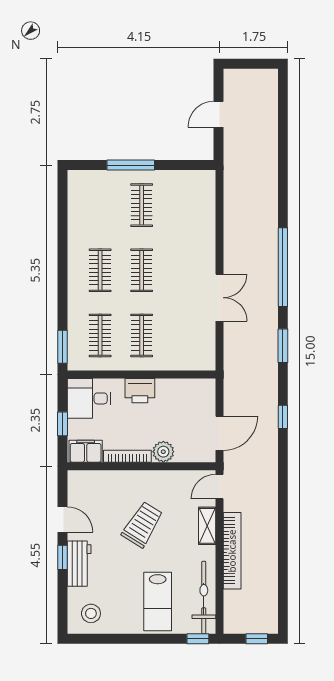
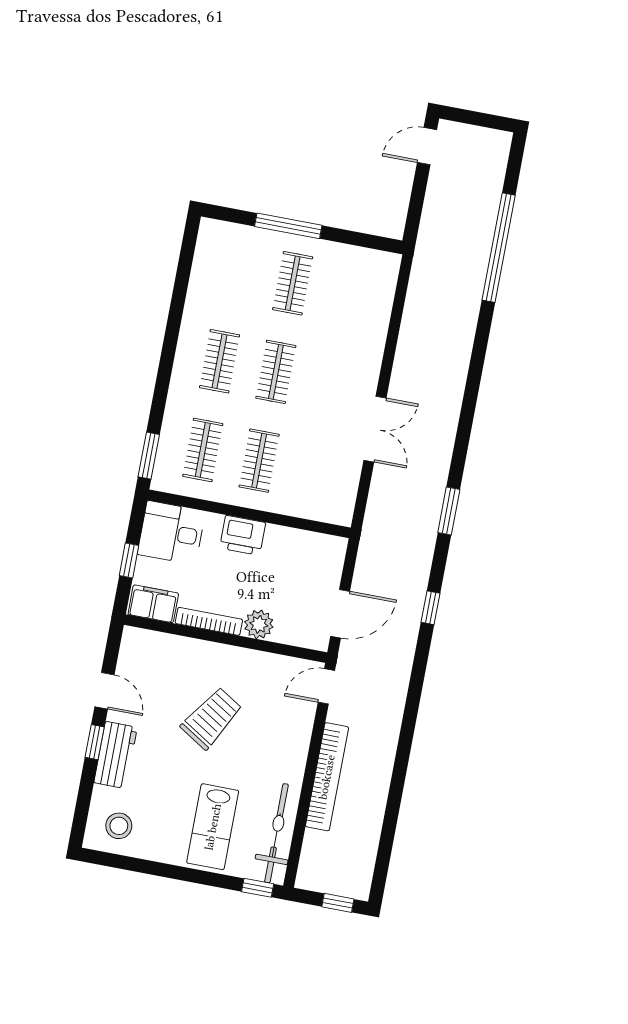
door: (219, 114) -> (427, 146), moved
window: (283, 267) -> (499, 248), moved
shelving: (207, 526) -> (299, 737), removed

